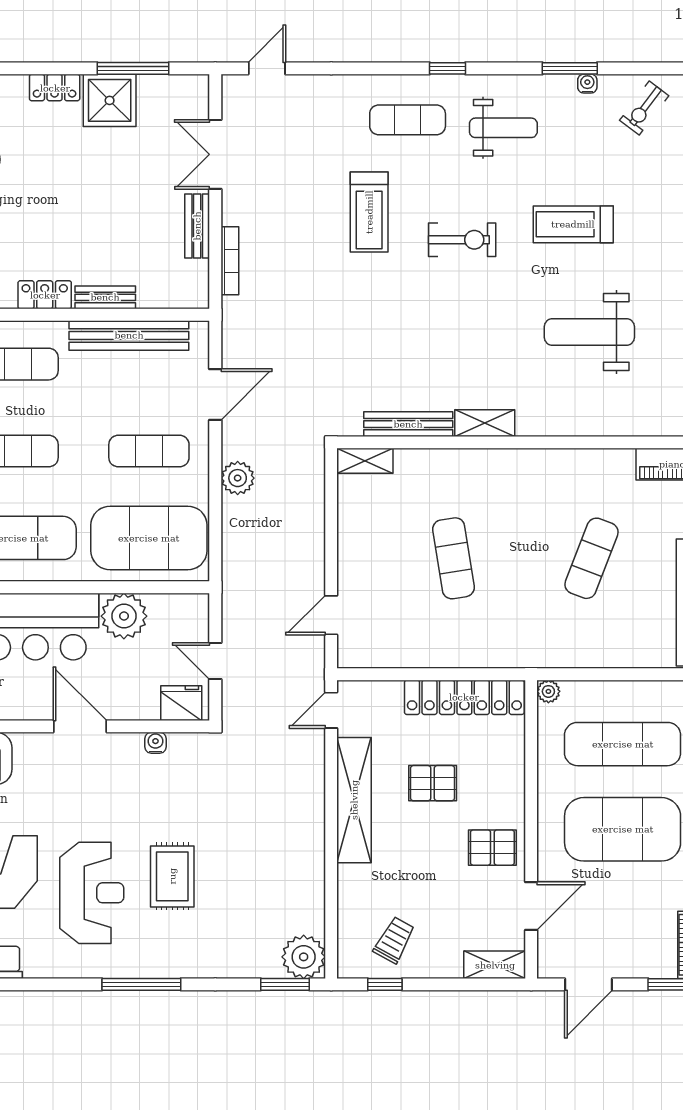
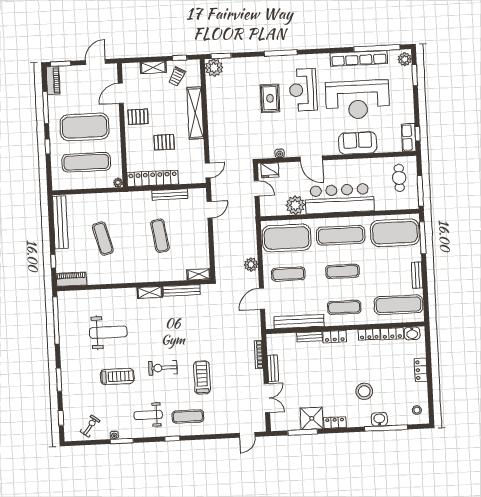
exercise mat: (592, 558) -> (103, 239), turned -36
bench: (425, 657) -> (170, 194), added
shelving: (354, 800) -> (195, 113), moved
shelving: (495, 965) -> (153, 67), moved

